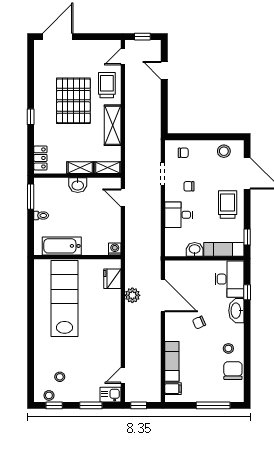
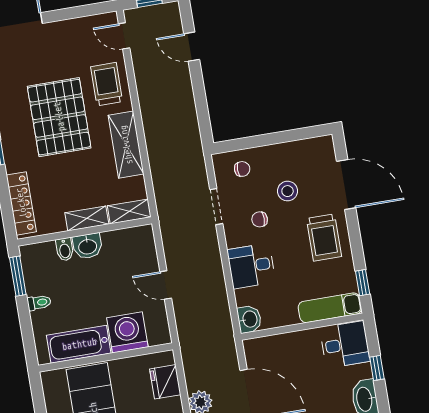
door: (123, 57) -> (124, 36), hinge flipped
stool: (224, 151) -> (288, 191), moved
locker: (40, 158) -> (21, 203), width x1.53
bidet: (63, 185) -> (65, 249), added
door: (123, 198) -> (166, 285), moved
trolley: (228, 205) -> (324, 237), turned 180
washing machine: (115, 249) -> (127, 332), moved, width x1.89, depth x1.89
washbasin: (195, 249) -> (249, 319), moved, turned 90
desk: (229, 279) -> (345, 345), width x0.73

